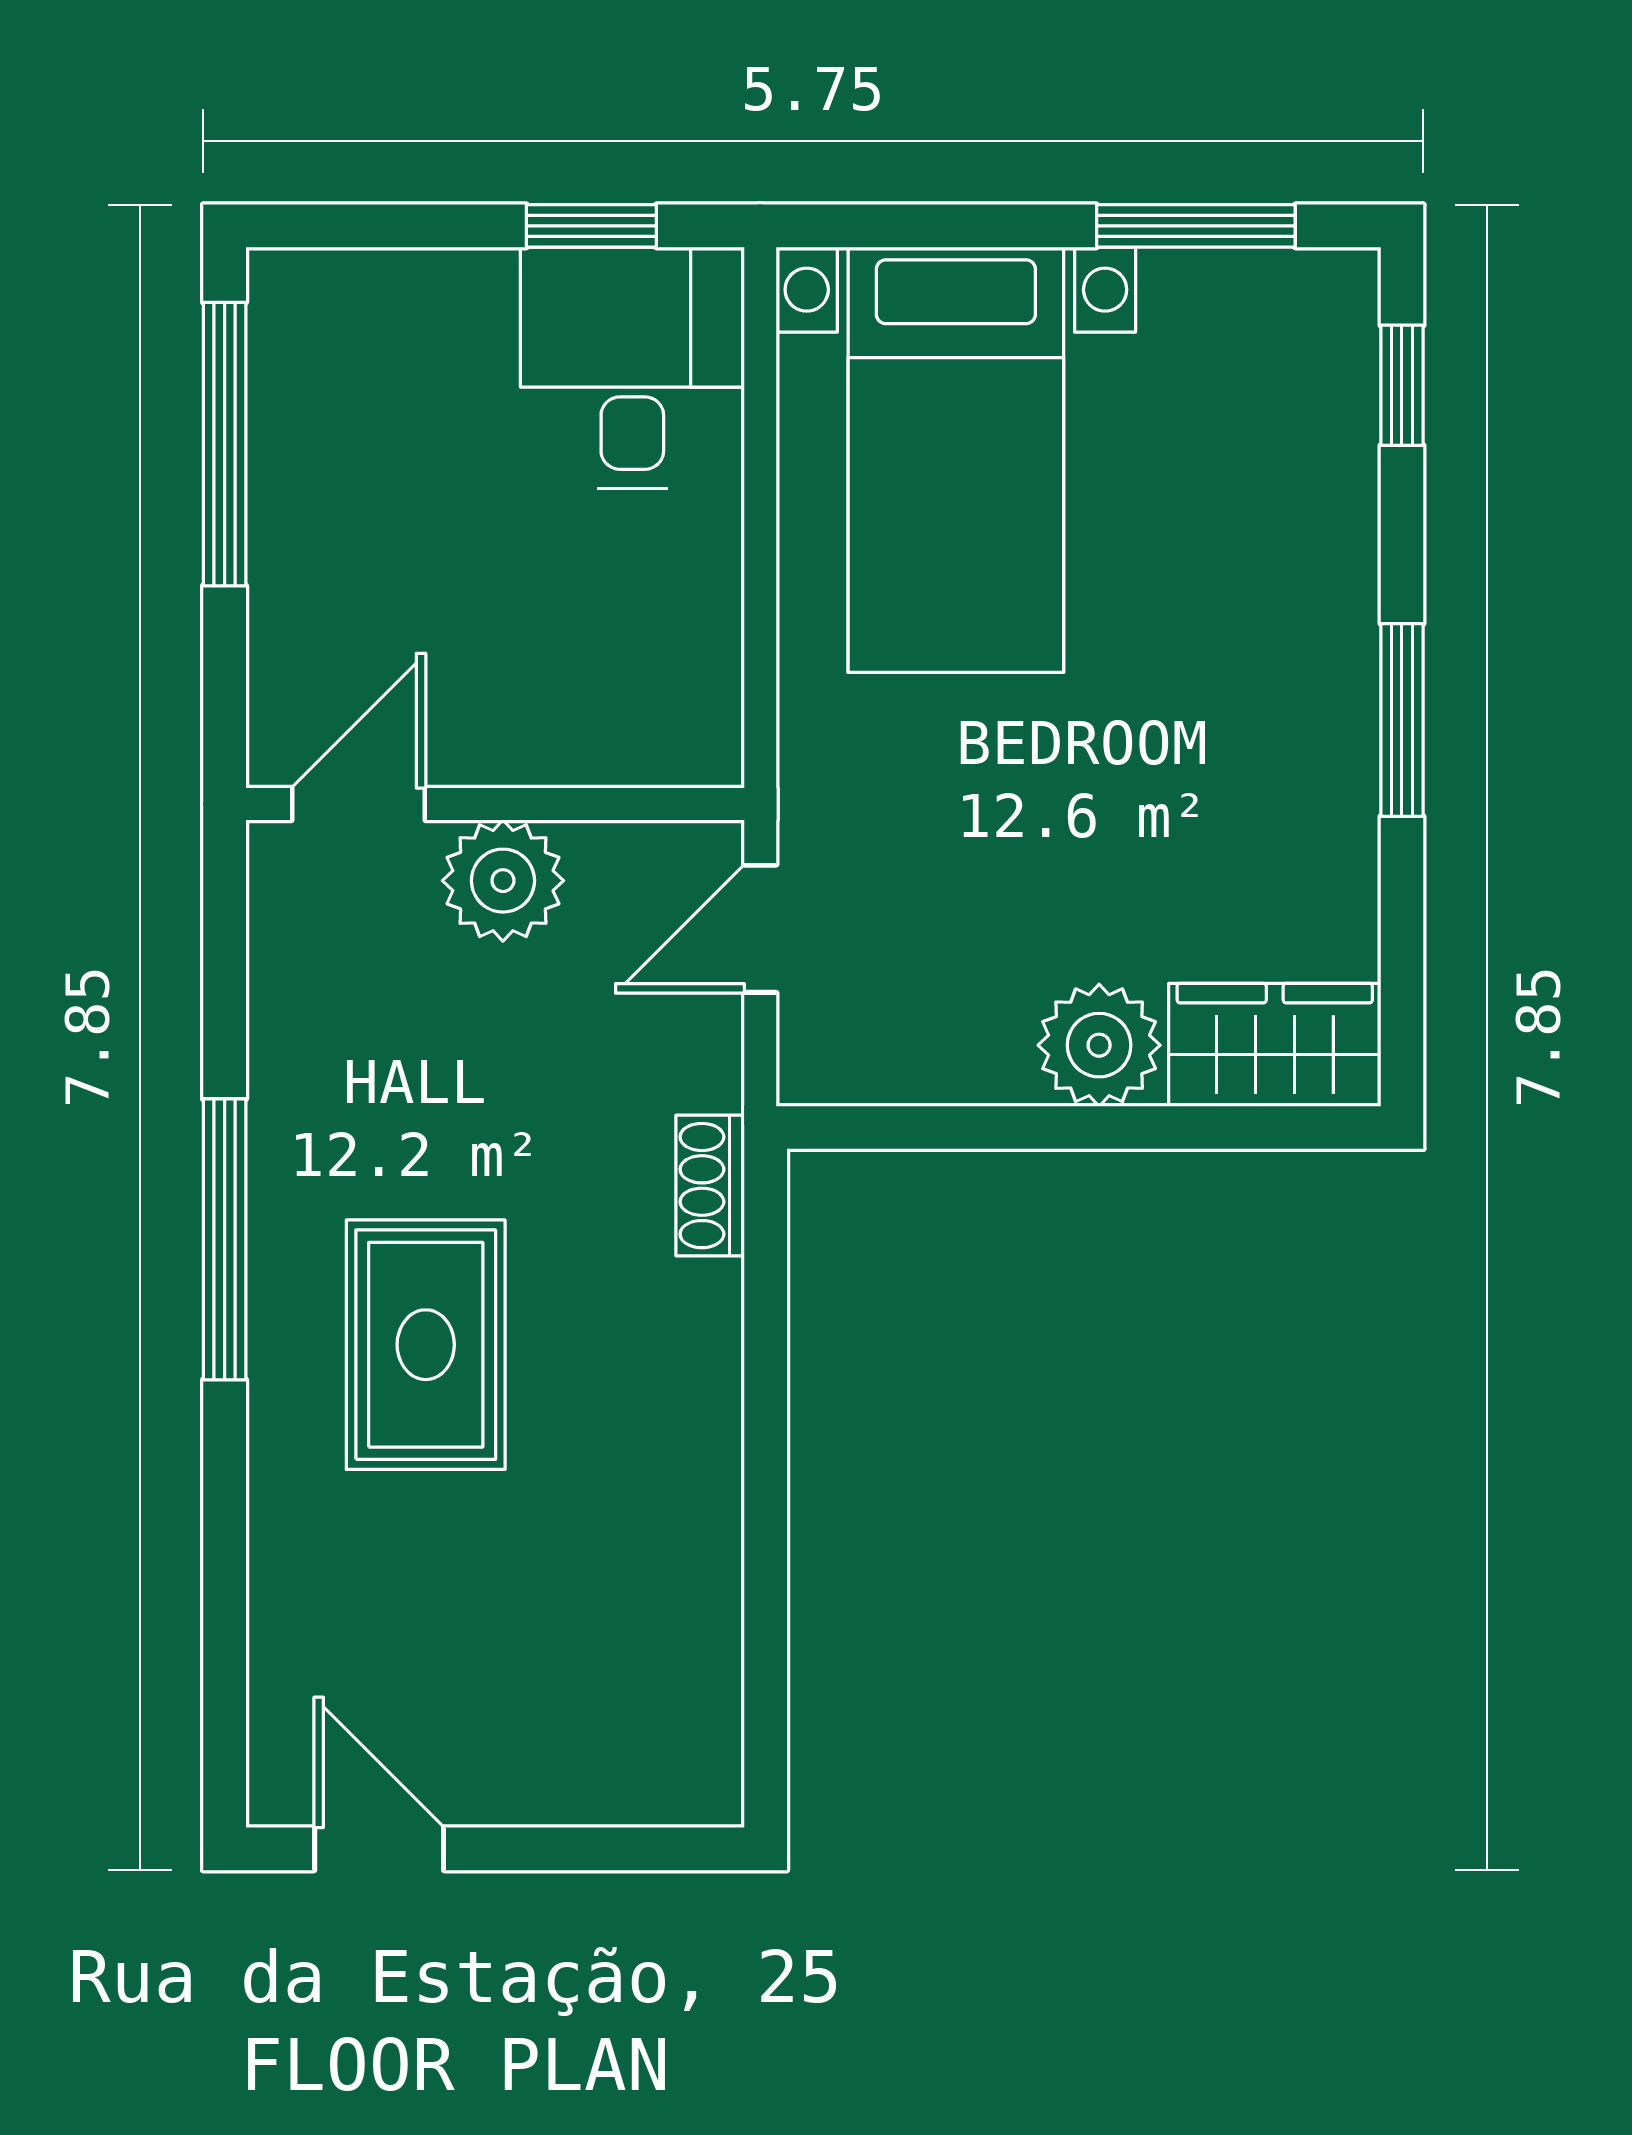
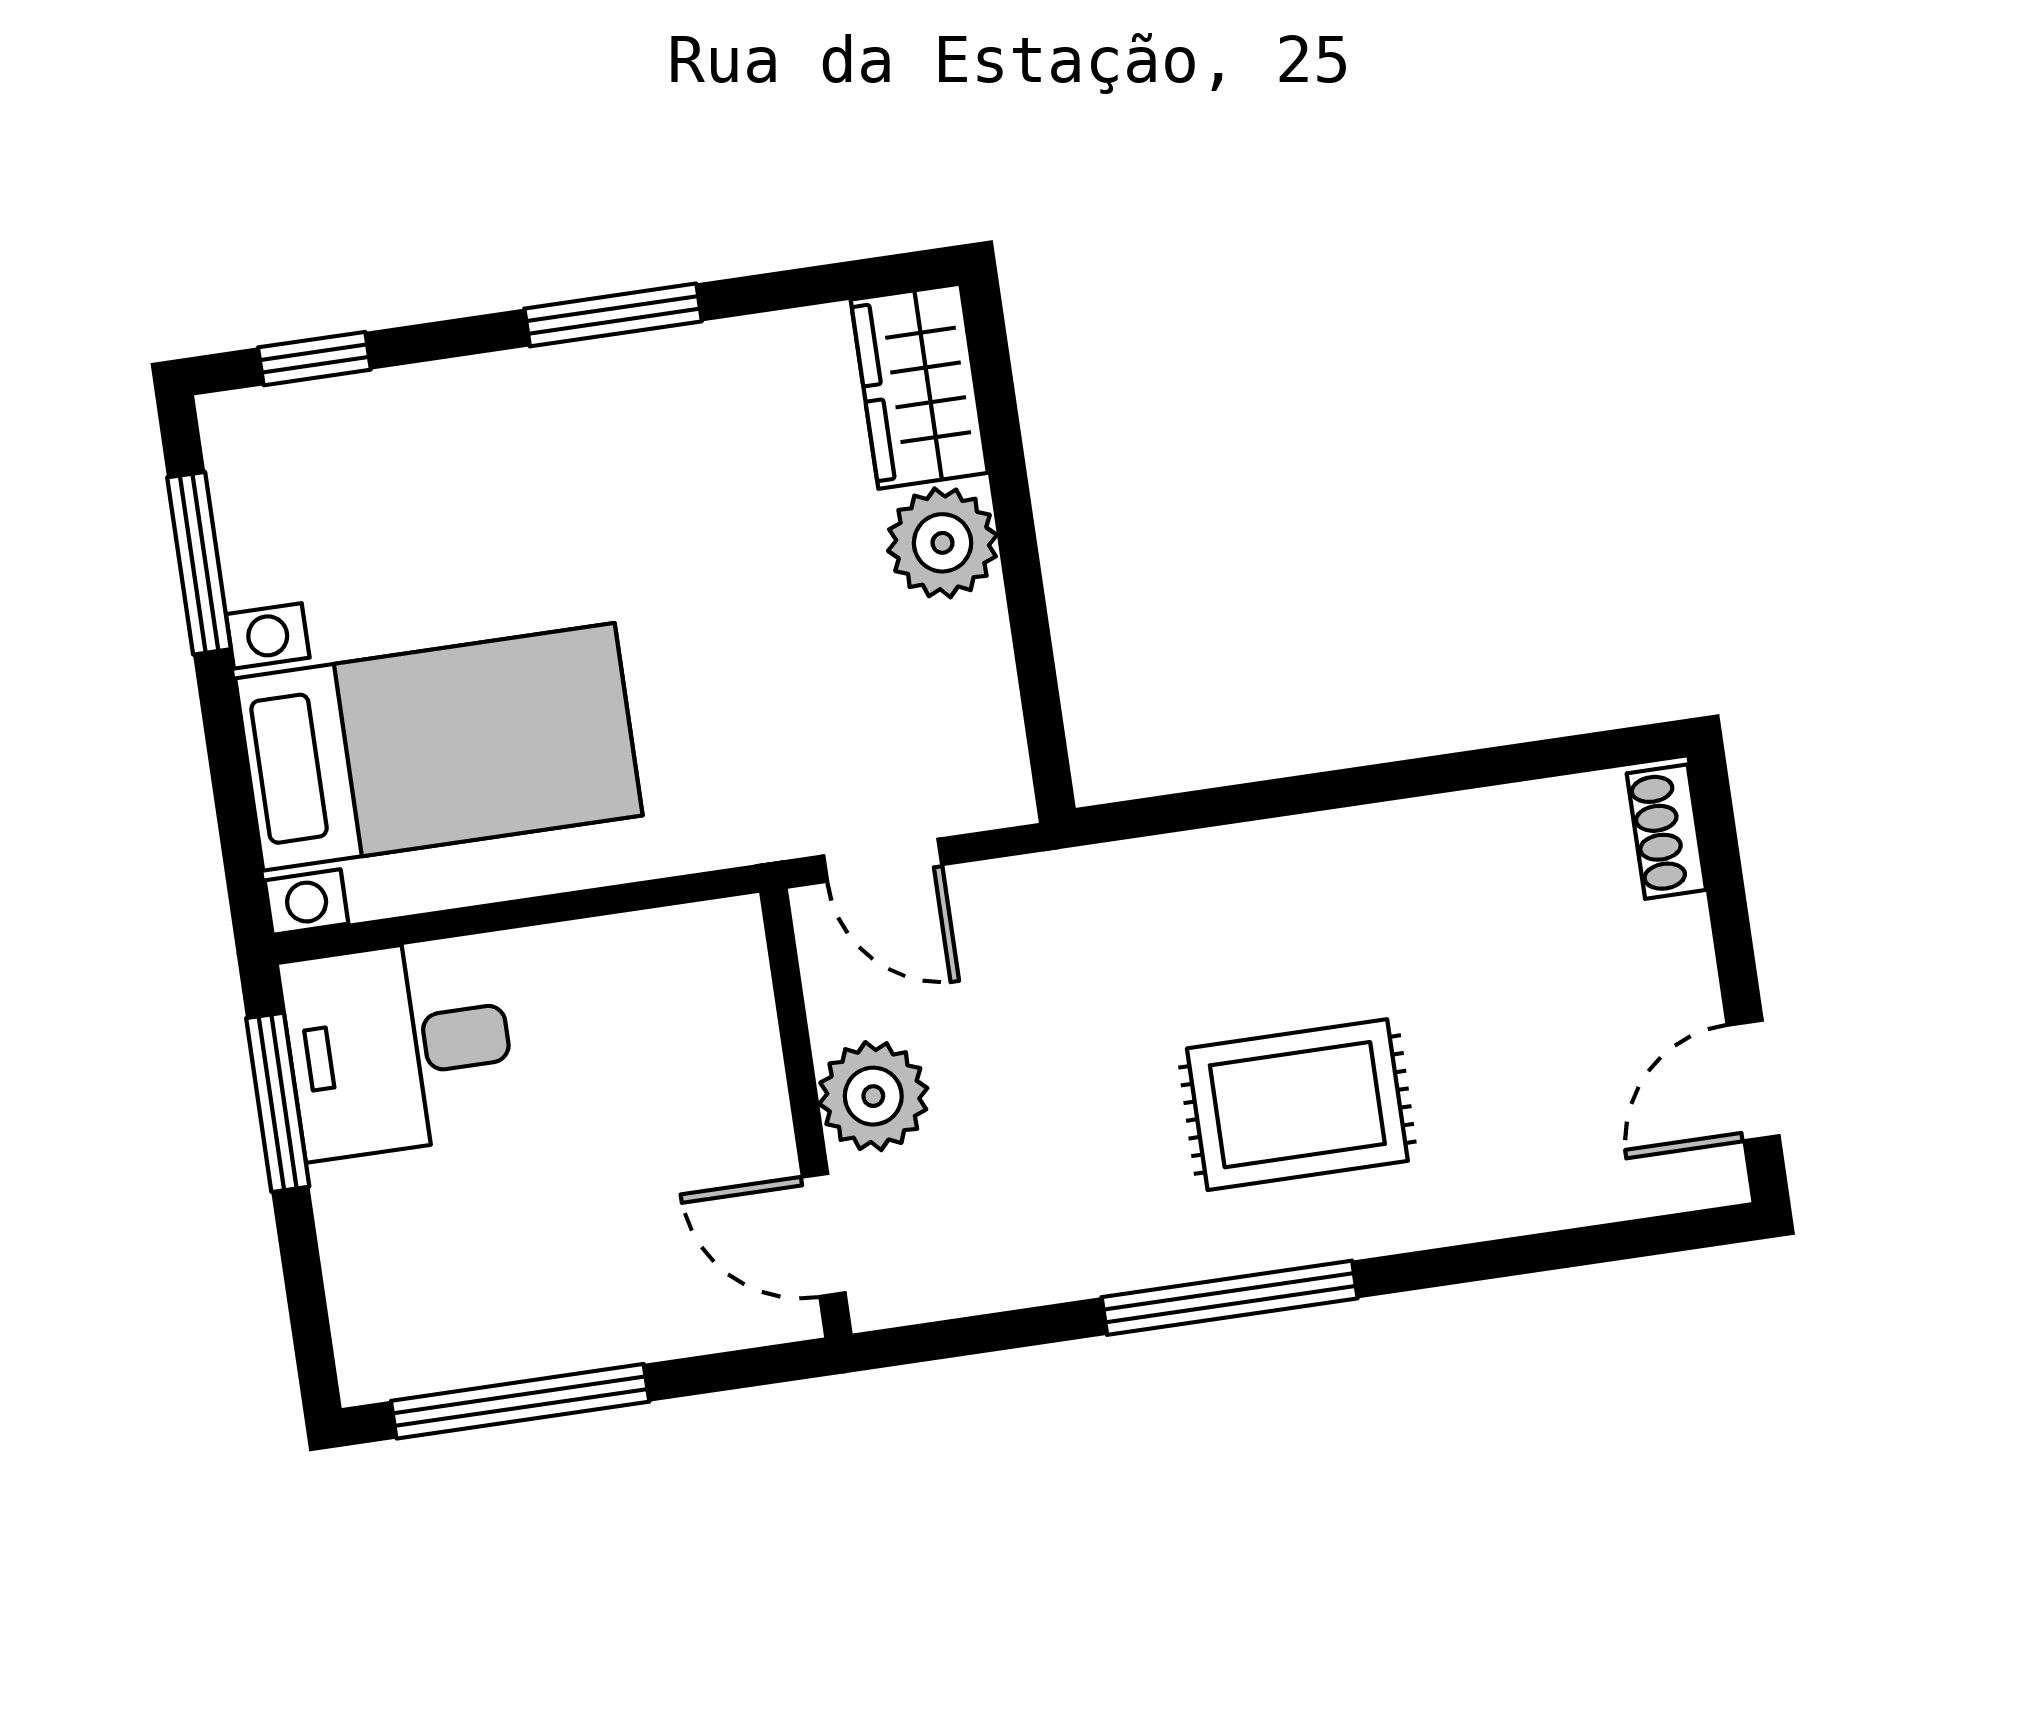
window: (591, 226) -> (278, 1102), width x1.50
shoe rack: (710, 1186) -> (1666, 832), moved, turned 90

